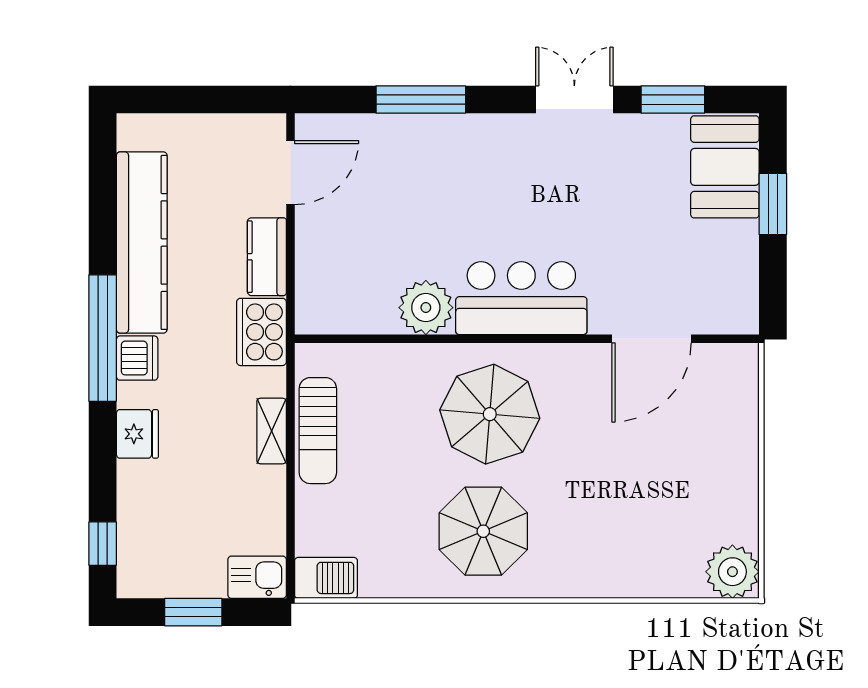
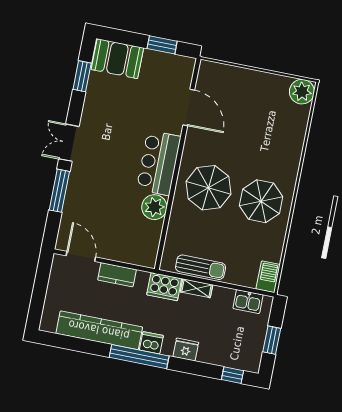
double door: (574, 100) -> (69, 143), moved
window: (773, 204) -> (162, 45), moved
cooker: (262, 332) -> (164, 287), moved
kitchen sink: (257, 577) -> (248, 302), moved, turned -90

